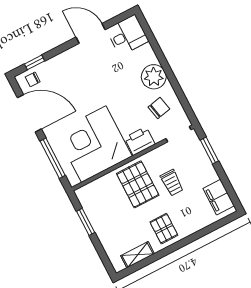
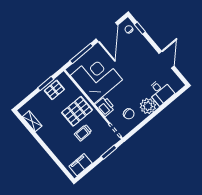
desk: (127, 35) -> (161, 92), moved
pallet: (164, 229) -> (54, 90), moved

